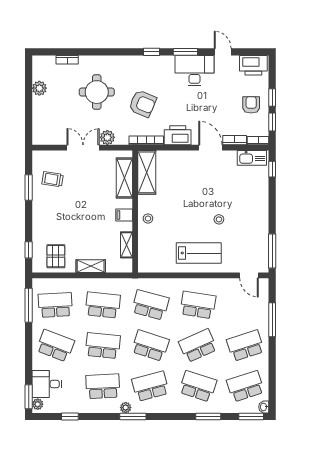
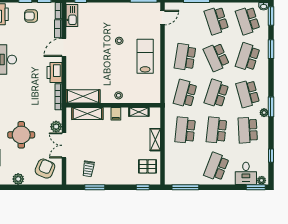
armchair: (143, 104) -> (45, 169), moved
school desk: (55, 305) -> (185, 167), removed

